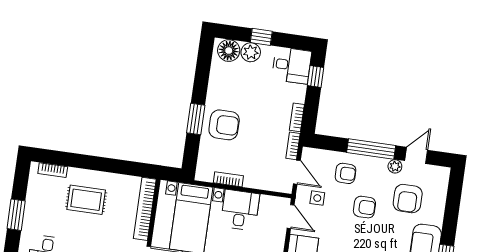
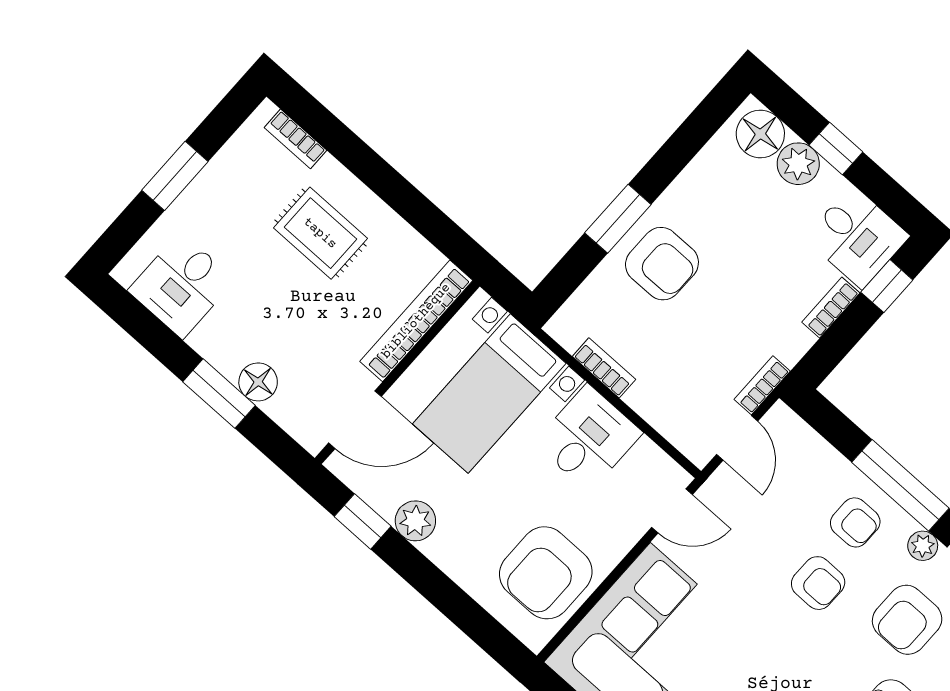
bookcase: (297, 117) -> (831, 308), moved
armchair: (345, 173) -> (855, 522), moved
side table: (317, 198) -> (743, 510), removed
door: (291, 217) -> (672, 511), hinge flipped

